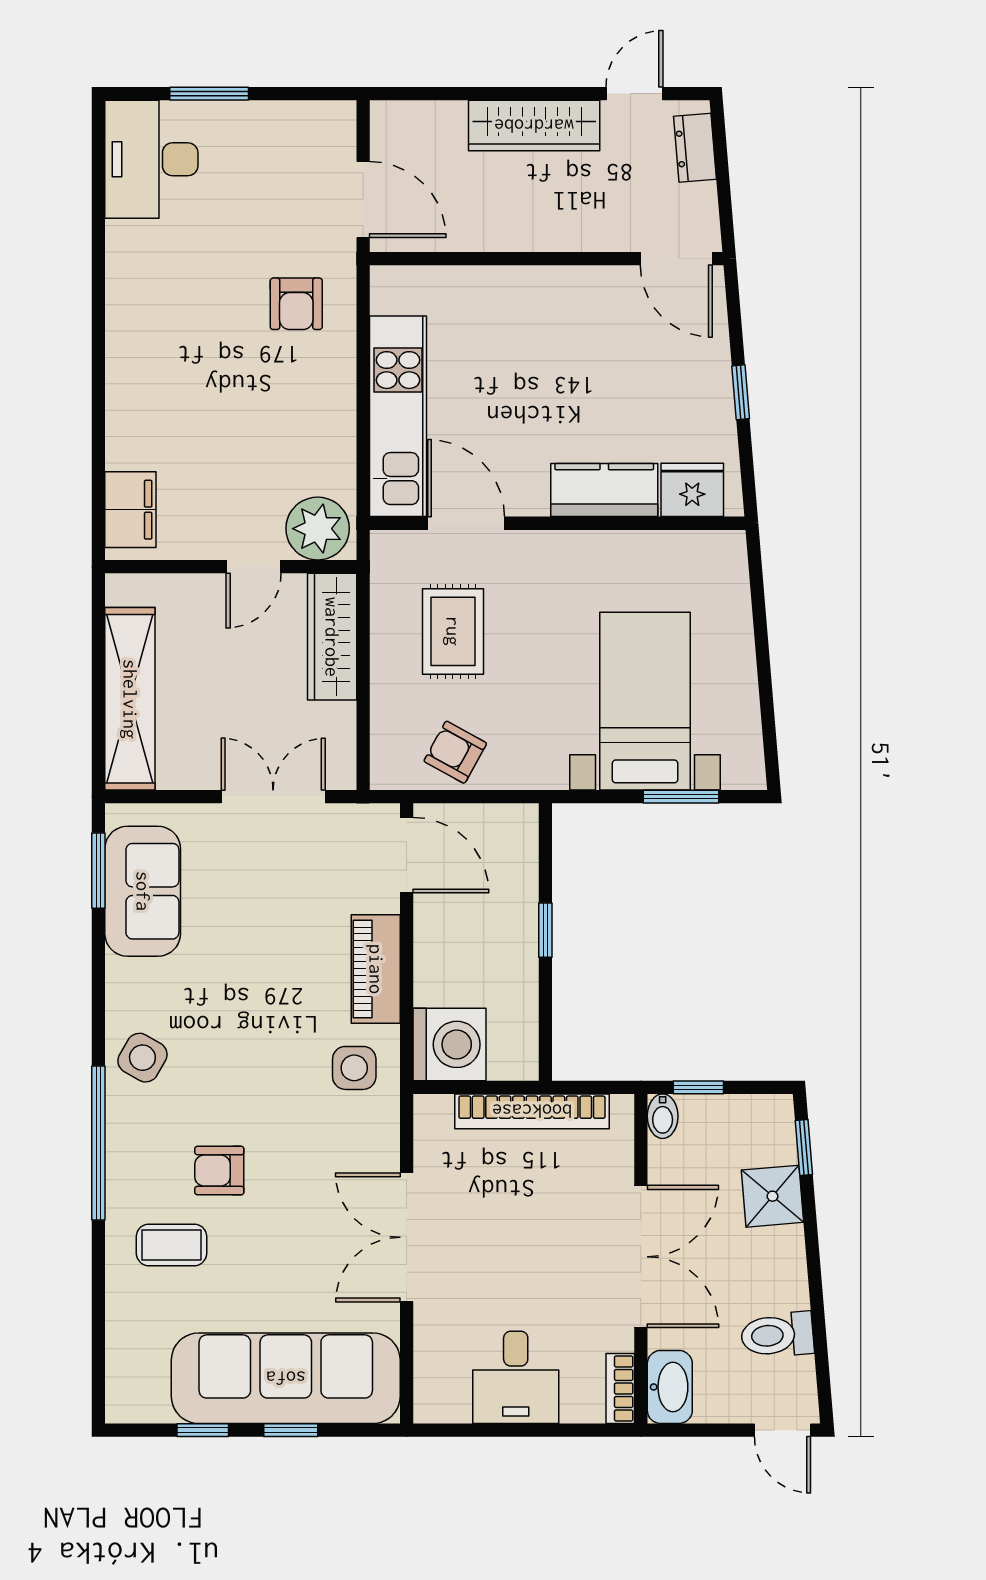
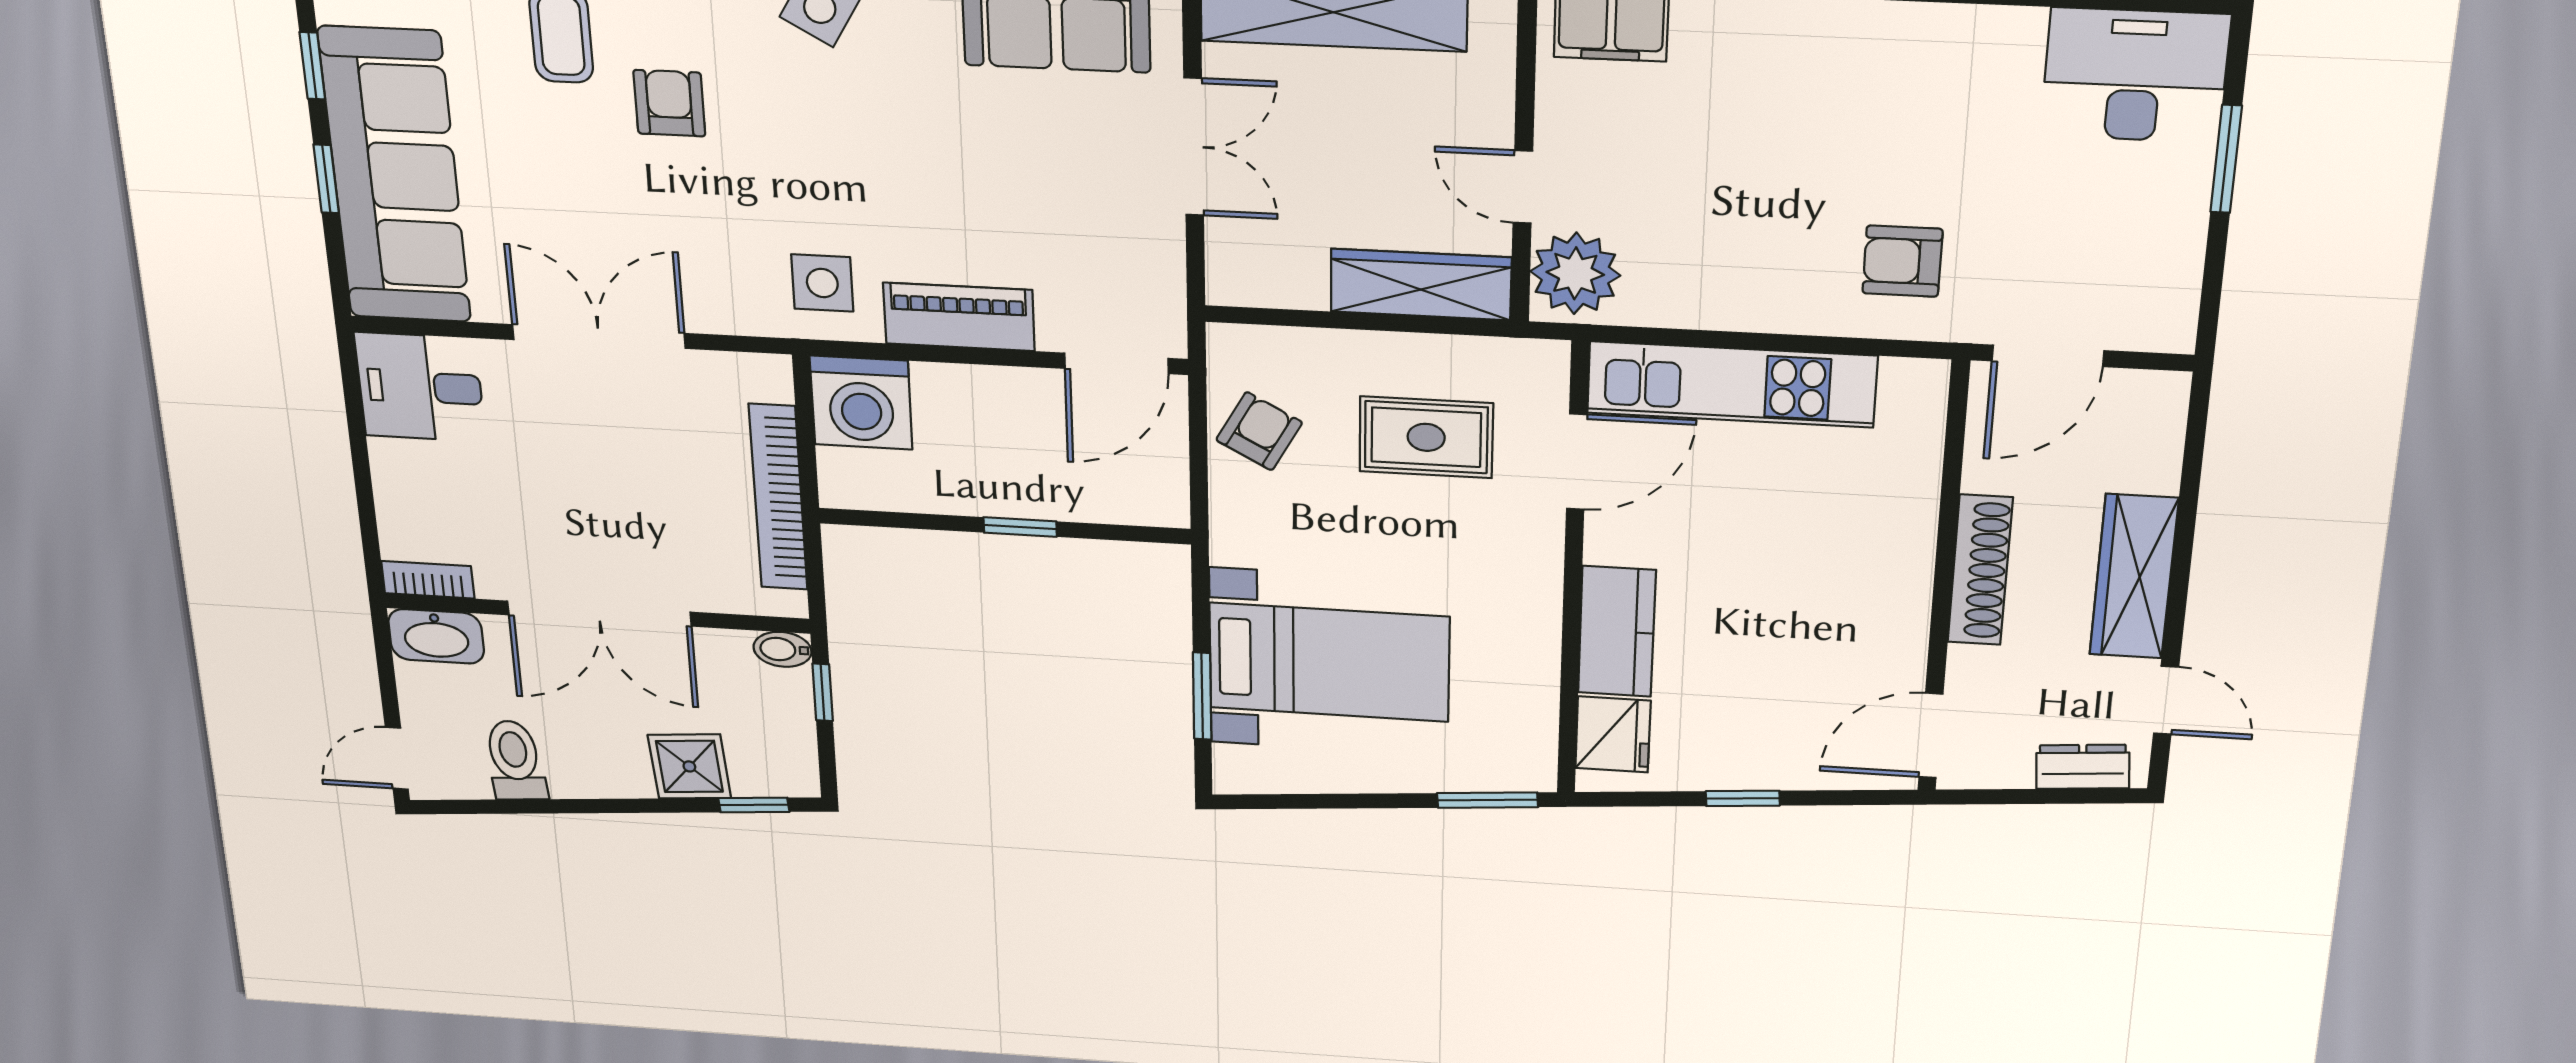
shoe rack: (536, 233) -> (1980, 570), added
window: (757, 582) -> (1488, 800), added
double door: (273, 797) -> (1194, 147), moved
desk: (516, 1377) -> (420, 387), moved

